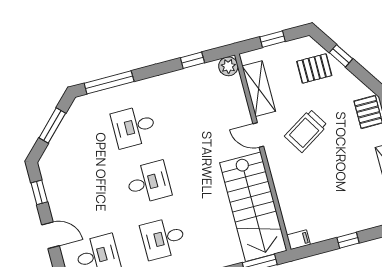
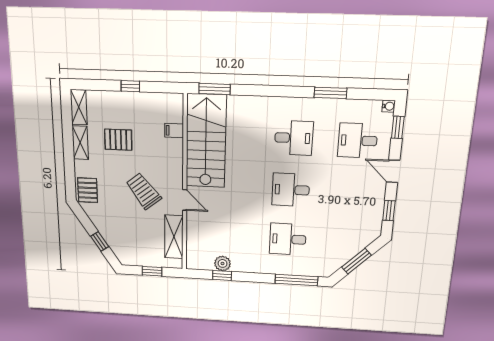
plant: (228, 66) -> (223, 263), moved
pallet: (314, 68) -> (118, 140), moved
desk: (134, 127) -> (288, 239), turned 180
trolley: (306, 131) -> (144, 191), turned -96
filing cabinet: (298, 240) -> (174, 131), moved

